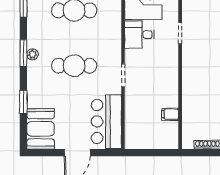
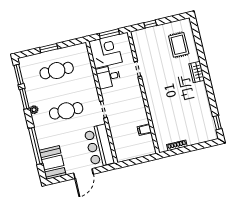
window: (23, 53) -> (24, 99), moved
window: (23, 102) -> (36, 146), width x2.11

